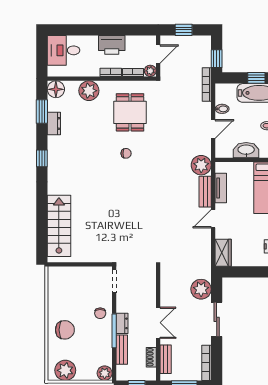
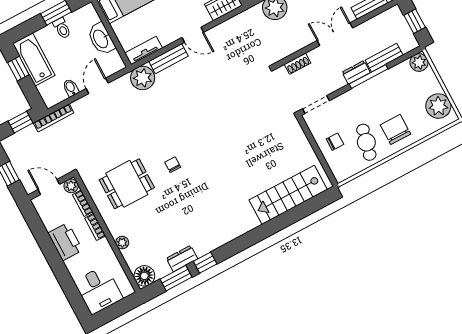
plant: (89, 91) -> (122, 243), width x0.53, depth x0.53
door: (213, 129) -> (97, 86), hinge flipped
window: (42, 158) -> (205, 263), moved
tv unit: (221, 188) -> (144, 50), moved
cafe table: (67, 304) -> (366, 142), added
chair: (100, 313) -> (335, 142), moved
shoe rack: (151, 357) -> (297, 64), moved

